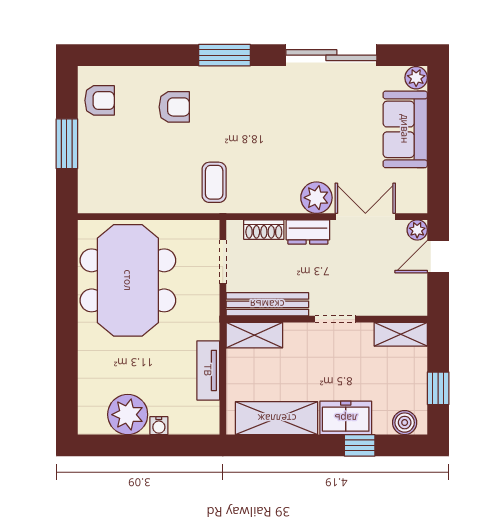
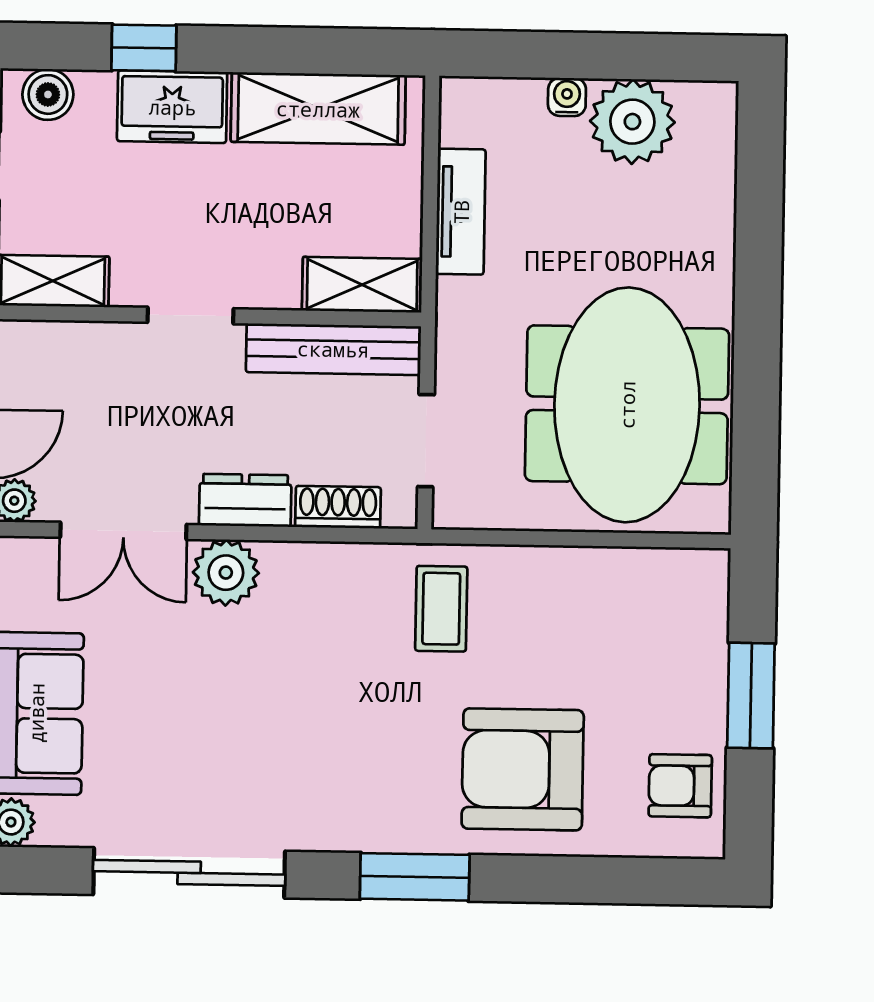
armchair: (174, 107) -> (523, 769), width x1.88, depth x1.88

